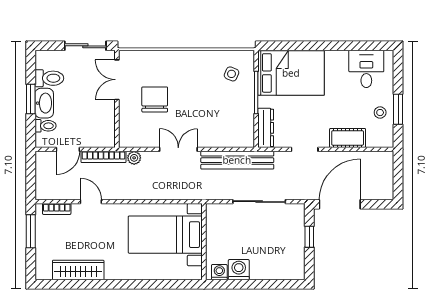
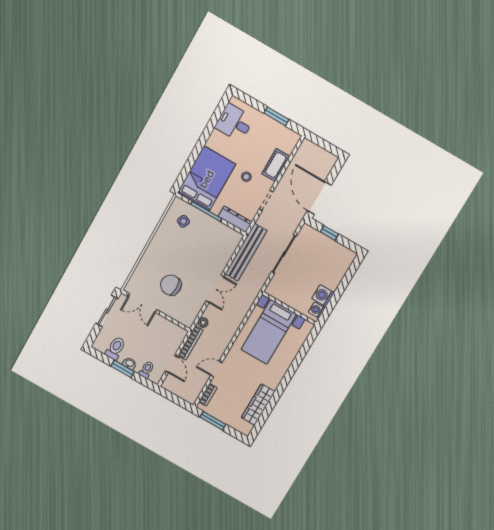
washbasin: (44, 103) -> (129, 363), width x0.52, depth x0.69
stool: (380, 113) -> (246, 177), moved
double door: (178, 149) -> (215, 289), swing flipped

